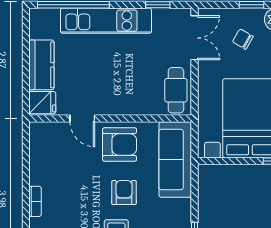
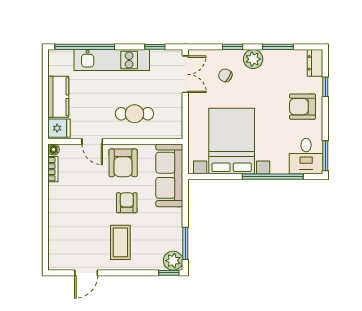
cafe table: (176, 90) -> (134, 114), moved, turned 90
floor lamp: (36, 128) -> (53, 149), added
armchair: (120, 144) -> (123, 163), turned 90
bookcase: (35, 201) -> (53, 169), moved

